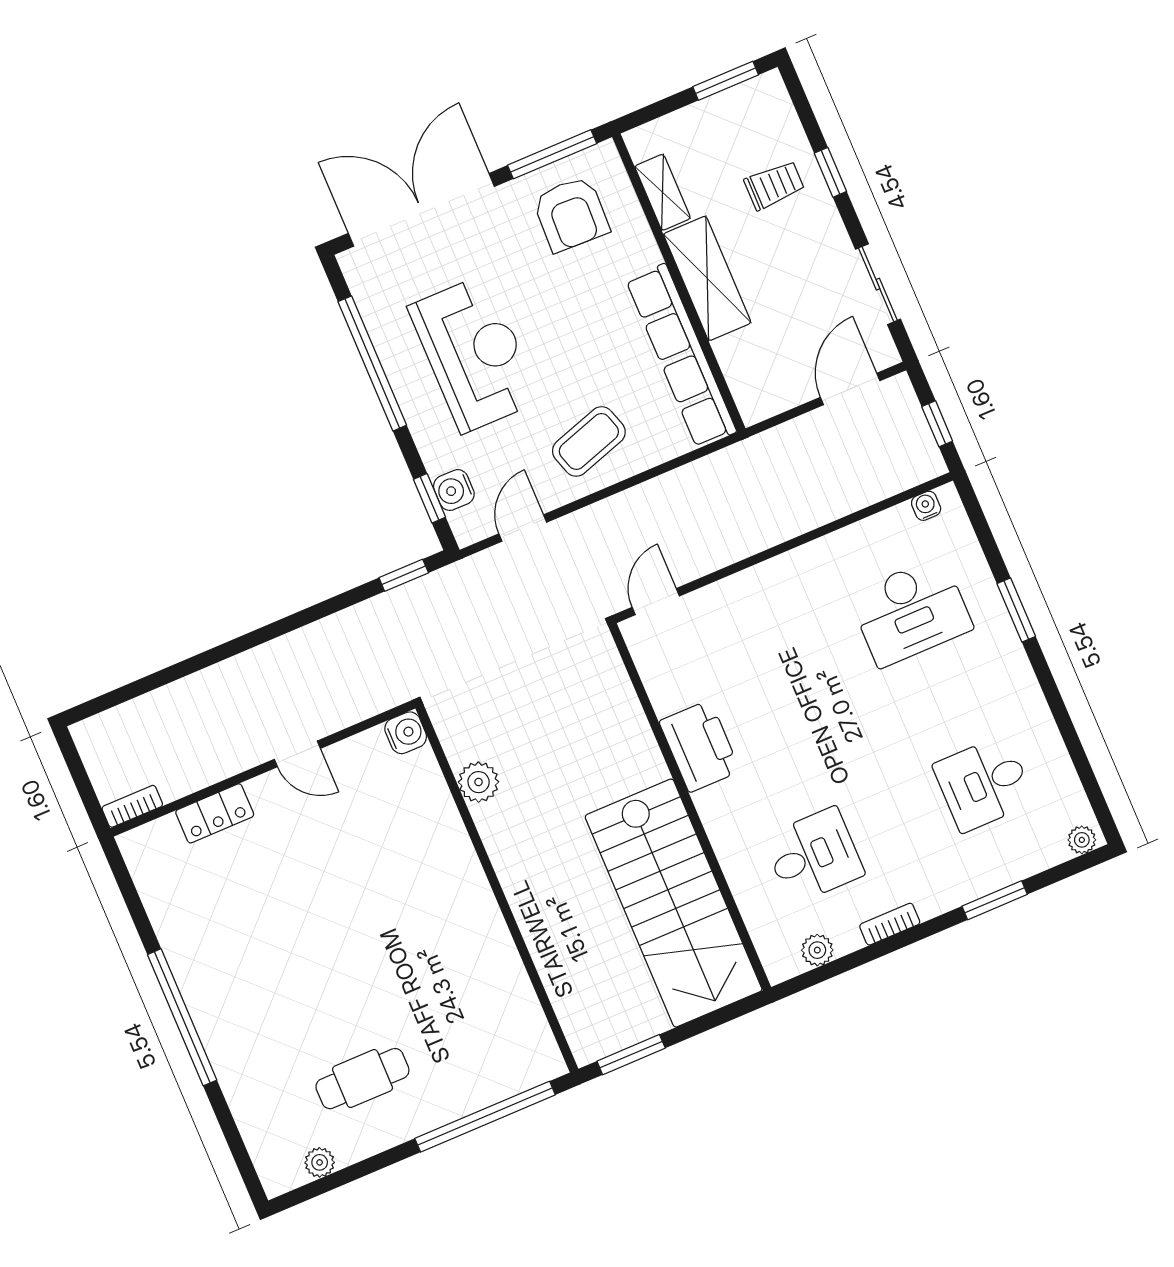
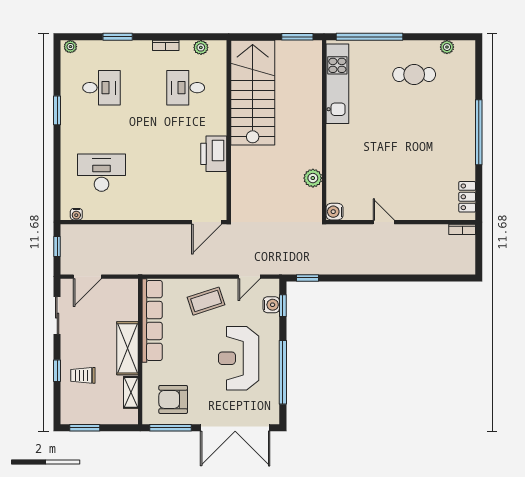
armchair: (571, 214) -> (173, 399), turned -92
door: (656, 602) -> (207, 222), width x1.38
window: (1016, 610) -> (57, 110), moved
locker: (215, 813) -> (467, 197), moved, turned -90
kitchen unit: (510, 994) -> (337, 84), added

